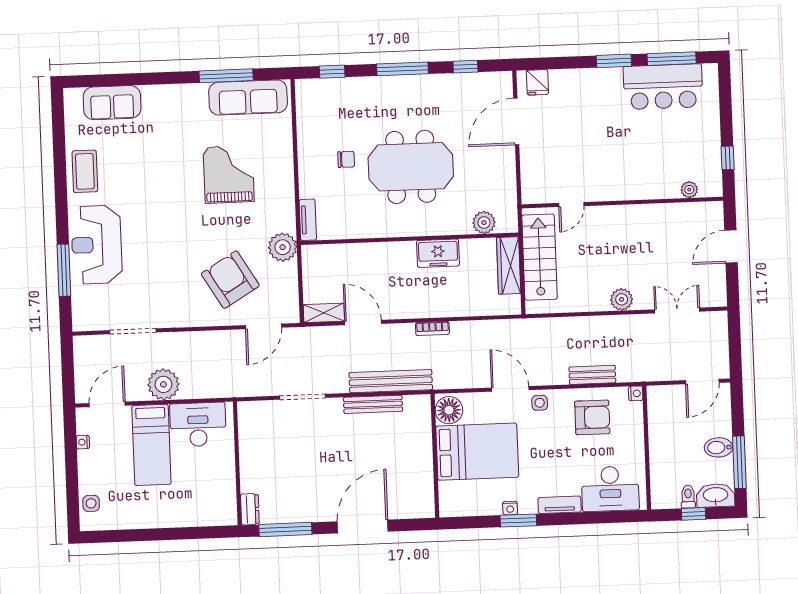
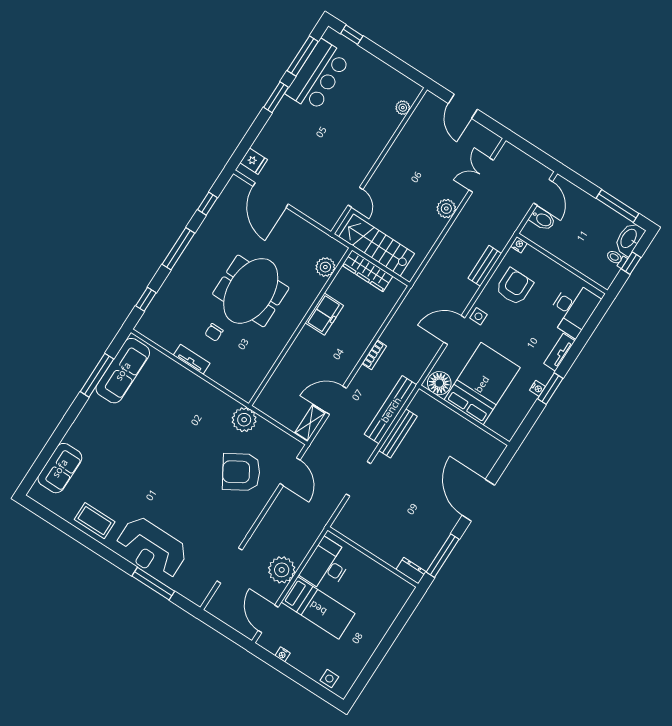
window: (728, 158) -> (352, 35), moved
chair: (346, 159) -> (214, 332), turned 180
grand piano: (229, 174) -> (167, 422), removed
tv unit: (308, 220) -> (192, 359), moved
bidet: (718, 447) -> (542, 219), moved, turned -90

